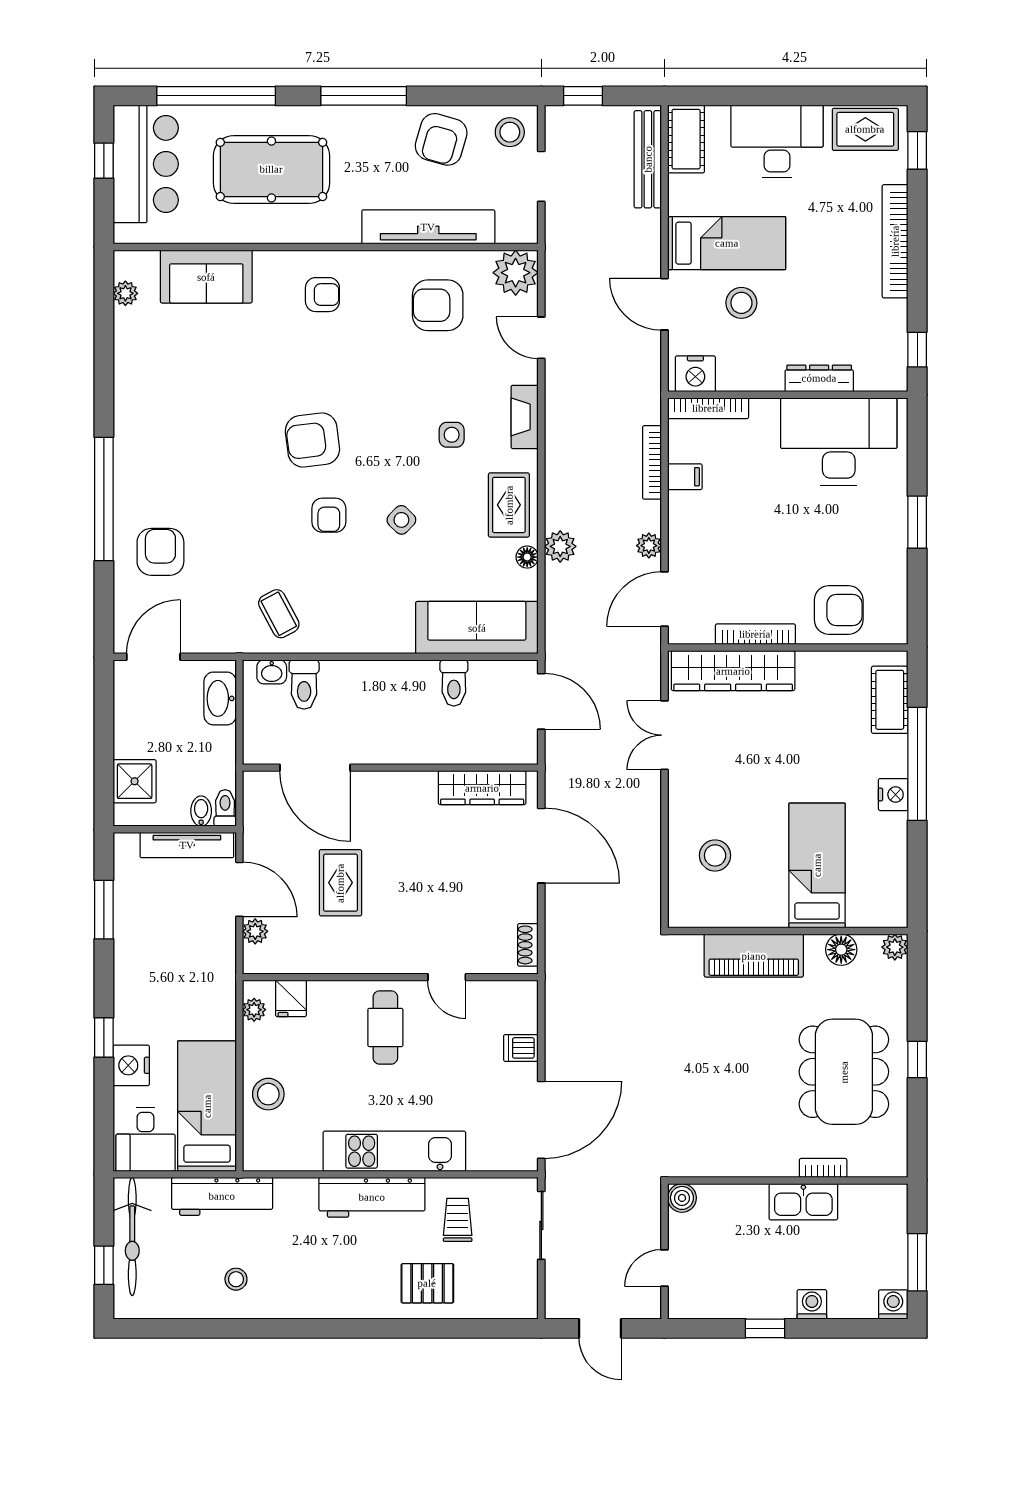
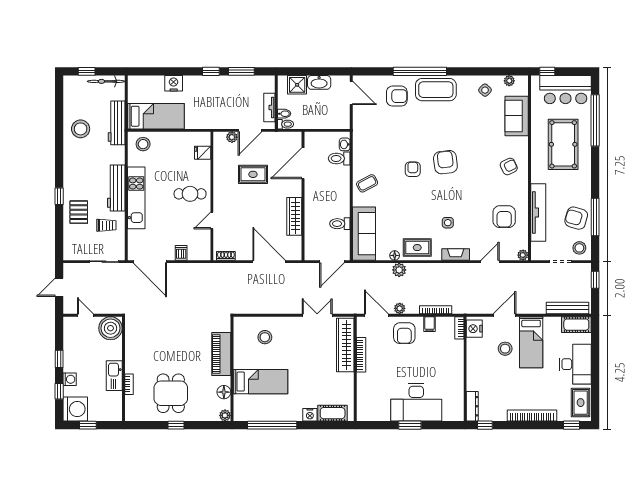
window: (364, 96) -> (595, 217), moved
window: (104, 161) -> (547, 71), moved
plant: (516, 273) -> (523, 255), width x0.53, depth x0.53
armchair: (322, 295) -> (509, 166), turned -116
armchair: (438, 305) -> (504, 217), turned 180
dresser: (819, 378) -> (472, 406), moved
bookcase: (708, 408) -> (459, 328), width x0.64
desk: (839, 441) -> (416, 402), moved, turned 90
coffee table: (146, 462) -> (436, 90), added
armchair: (329, 515) -> (413, 169), turned 90
side table: (401, 520) -> (485, 90), moved
armchair: (839, 610) -> (404, 333), moved
coffee table: (279, 614) -> (367, 183), moved
washbasin: (220, 698) -> (319, 82), moved, turned 180
window: (917, 764) -> (272, 425), moved
wardrobe: (482, 788) -> (294, 216), moved
nightstand: (893, 795) -> (310, 415), moved
tv unit: (187, 845) -> (269, 108), width x0.71
door: (541, 846) -> (269, 262), swing flipped
plant: (254, 1010) -> (198, 137), removed
window: (104, 1037) -> (211, 71), moved
dining table: (844, 1072) -> (171, 393), width x0.73
stool: (268, 1094) -> (143, 144), moved
desk: (145, 1139) -> (141, 90), removed
boiler: (682, 1198) -> (111, 328), width x1.86, depth x1.86
bicycle: (132, 1237) -> (106, 81), width x0.73, depth x0.71
window: (917, 1262) -> (88, 425), width x0.67
stool: (236, 1279) -> (81, 129), width x1.89, depth x1.89
washing machine: (893, 1304) -> (75, 409), width x1.89, depth x1.89
window: (391, 1328) -> (59, 196), added
window: (839, 1328) -> (59, 391), added

